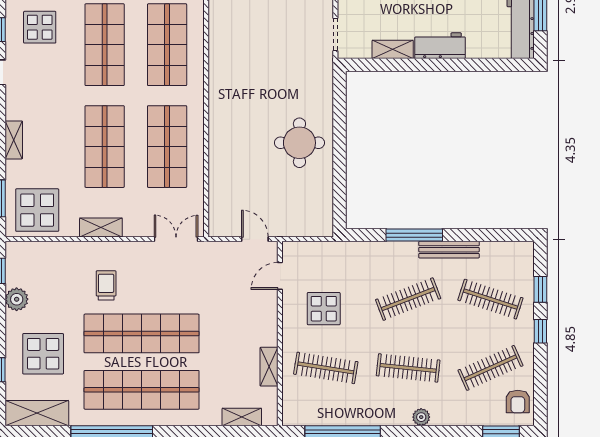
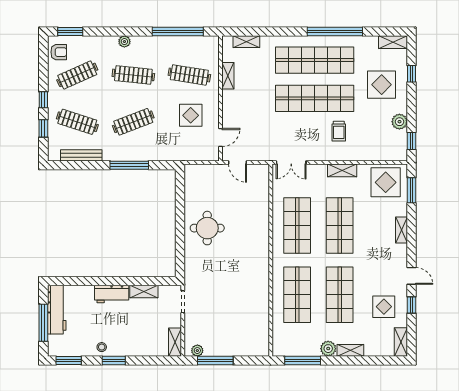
bench: (449, 250) -> (81, 155), moved
armchair: (518, 401) -> (59, 52), turned 90
shelving: (37, 413) -> (393, 42), width x0.67, depth x0.75

